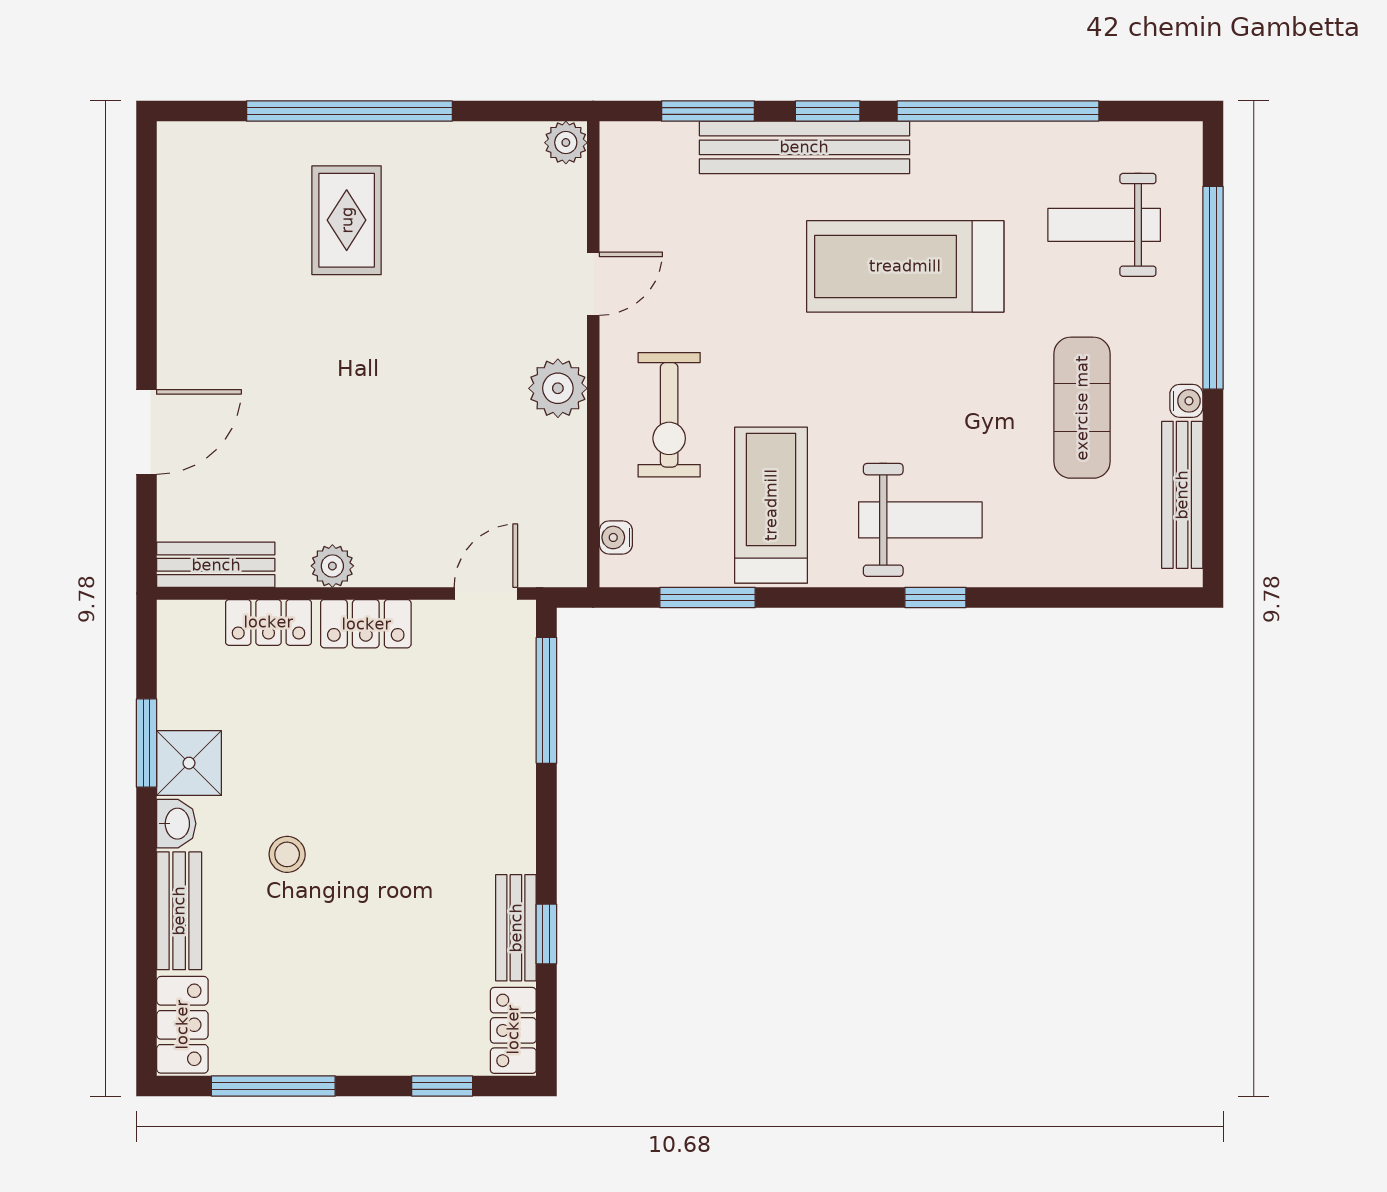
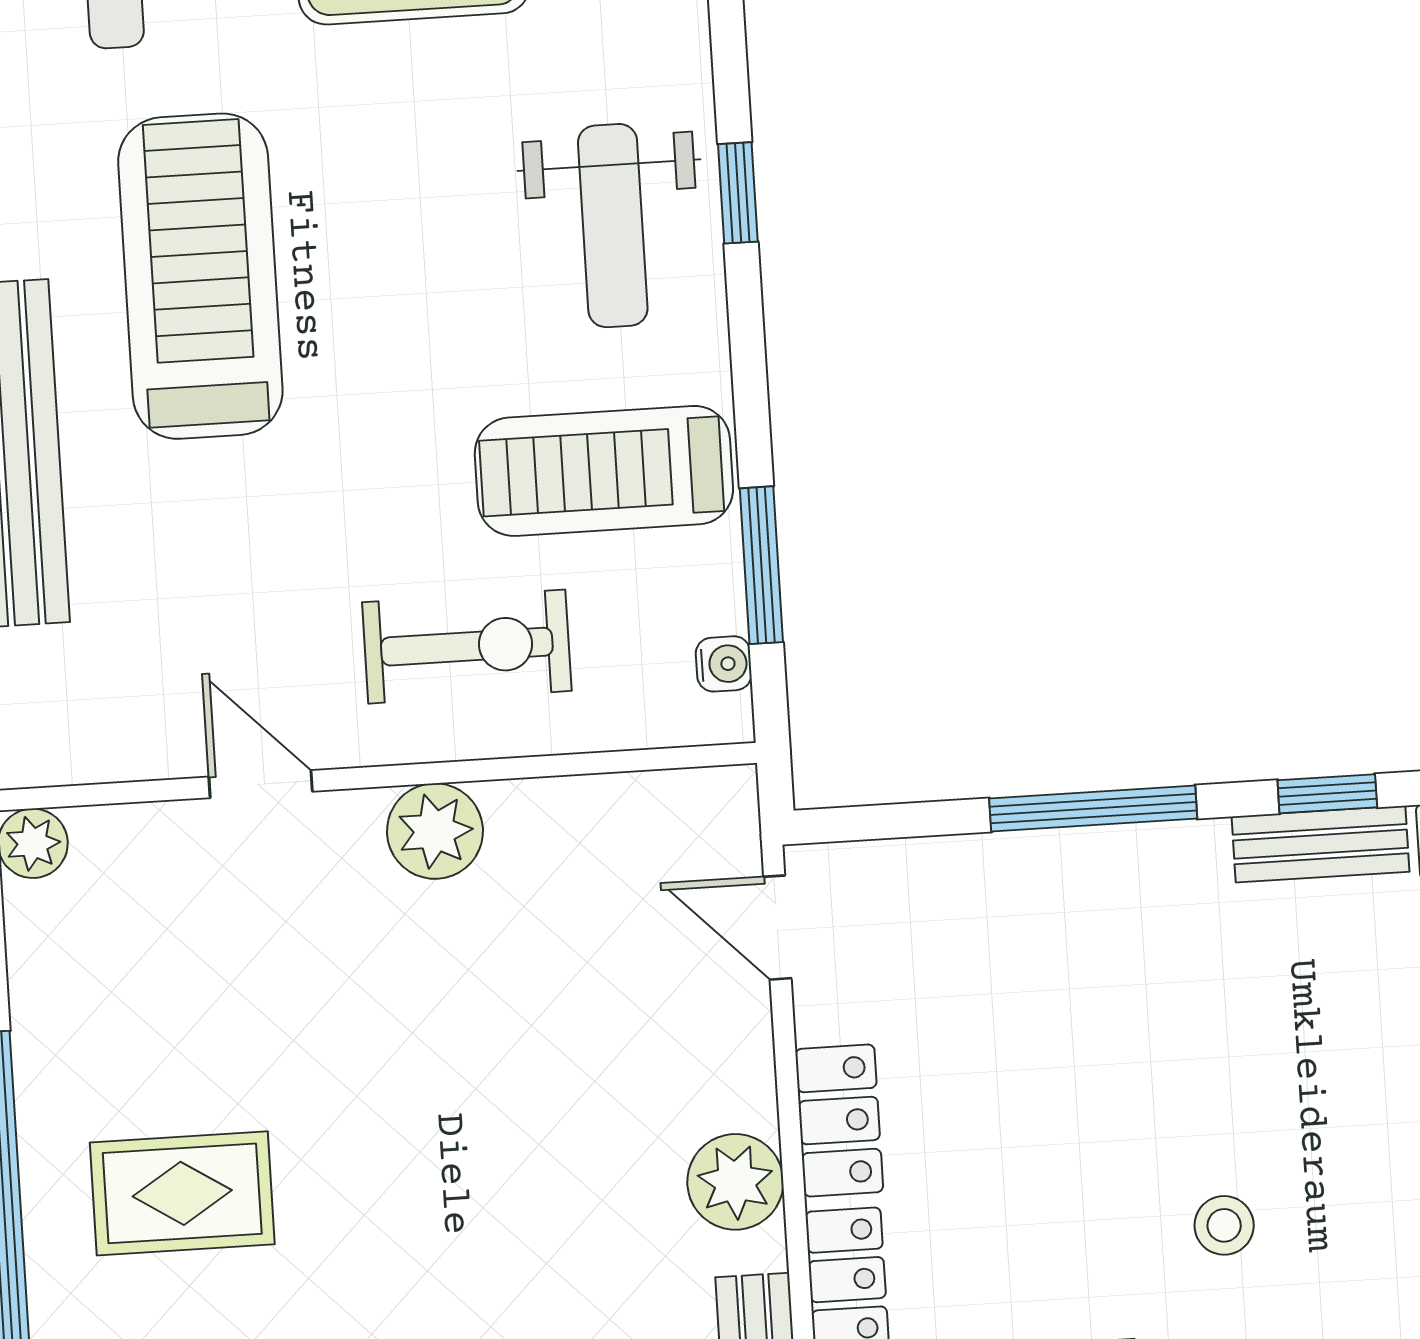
treadmill: (905, 266) -> (200, 276), turned 180
weight bench: (920, 520) -> (613, 226), turned 180
water cooler: (616, 537) -> (724, 664), moved, turned -90
plant: (332, 566) -> (735, 1182), width x1.38, depth x1.38
window: (546, 700) -> (1093, 808), moved

